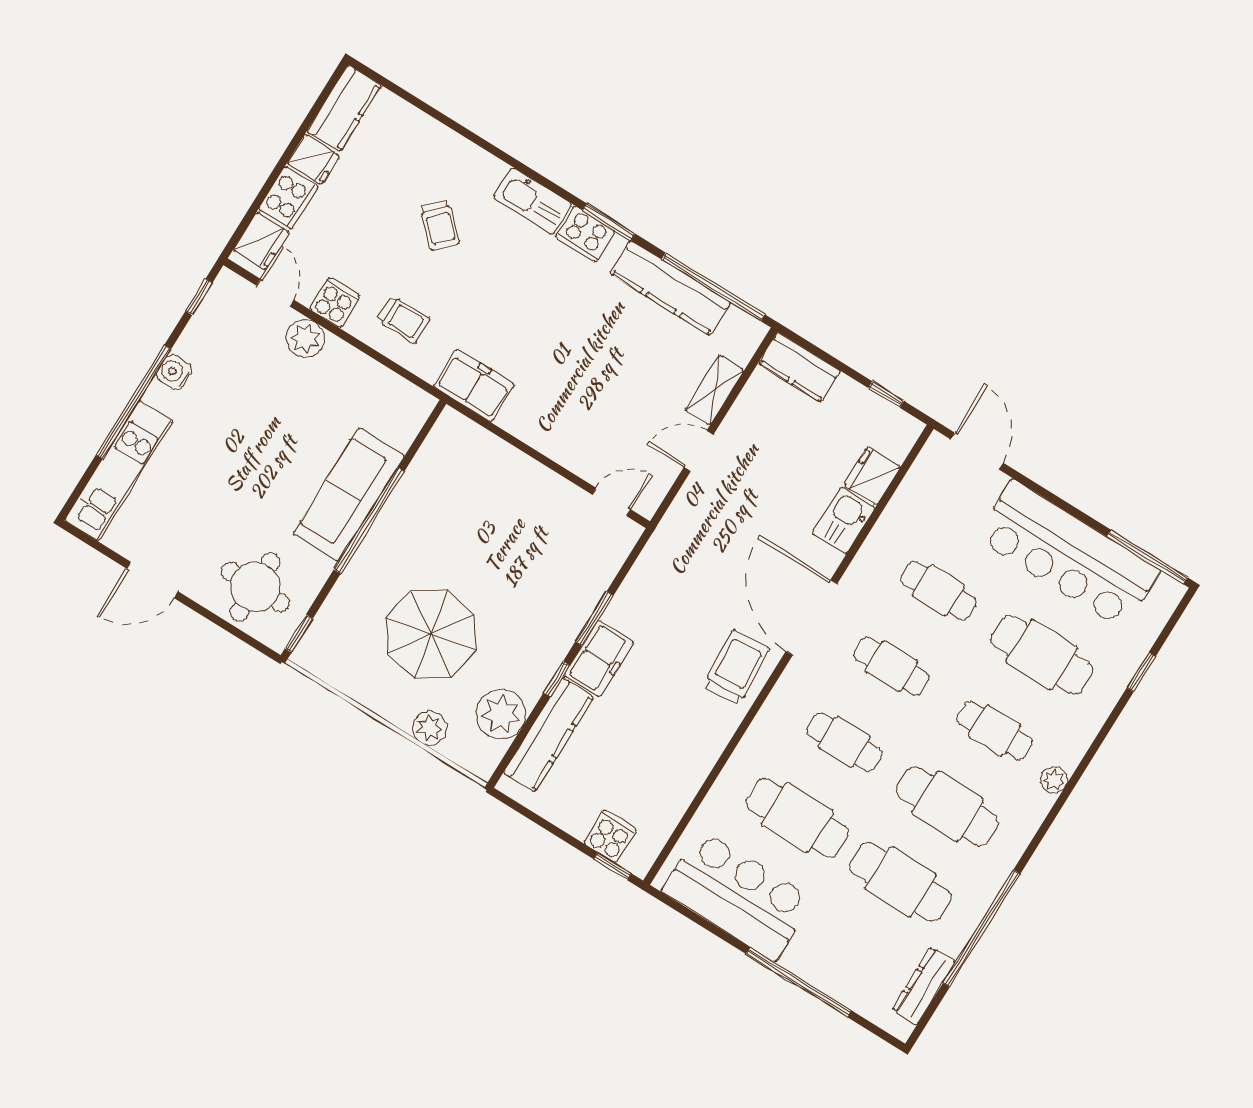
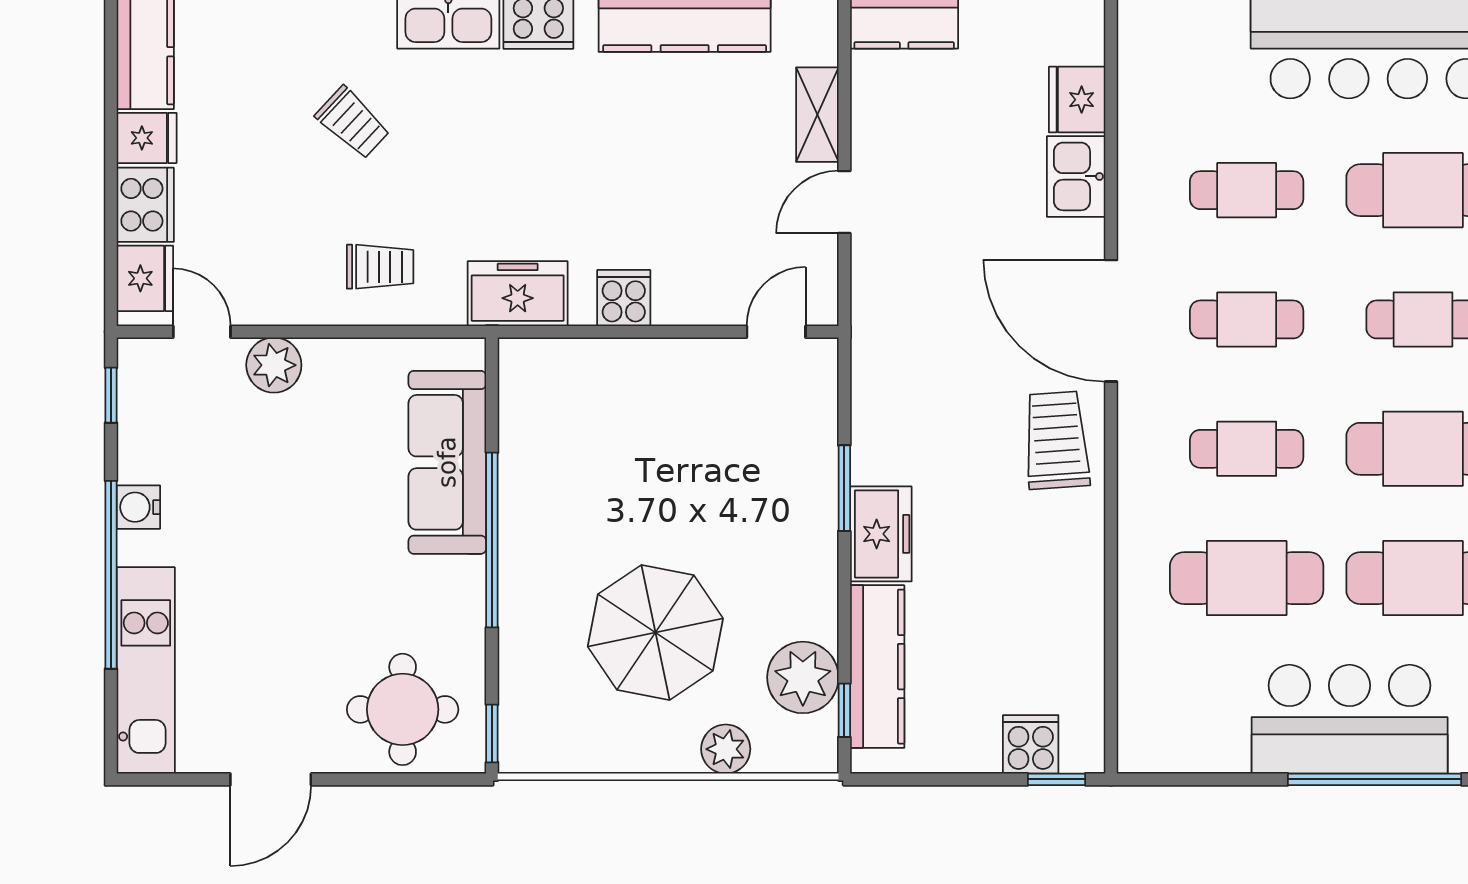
cooker: (335, 302) -> (624, 298), moved
sofa: (349, 495) -> (447, 462), moved
window: (557, 679) -> (844, 710), moved
bar counter: (738, 895) -> (1350, 719), moved

